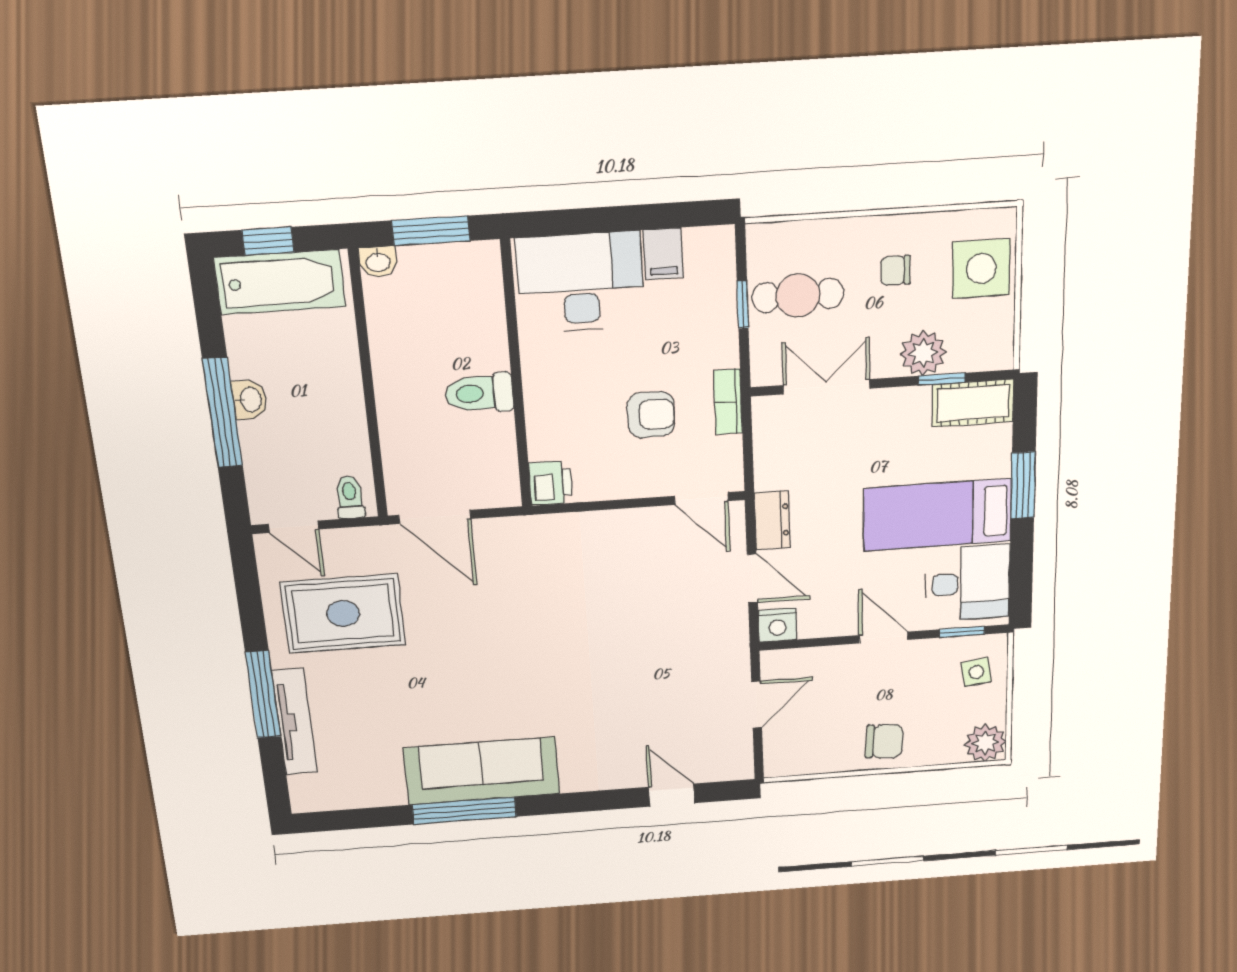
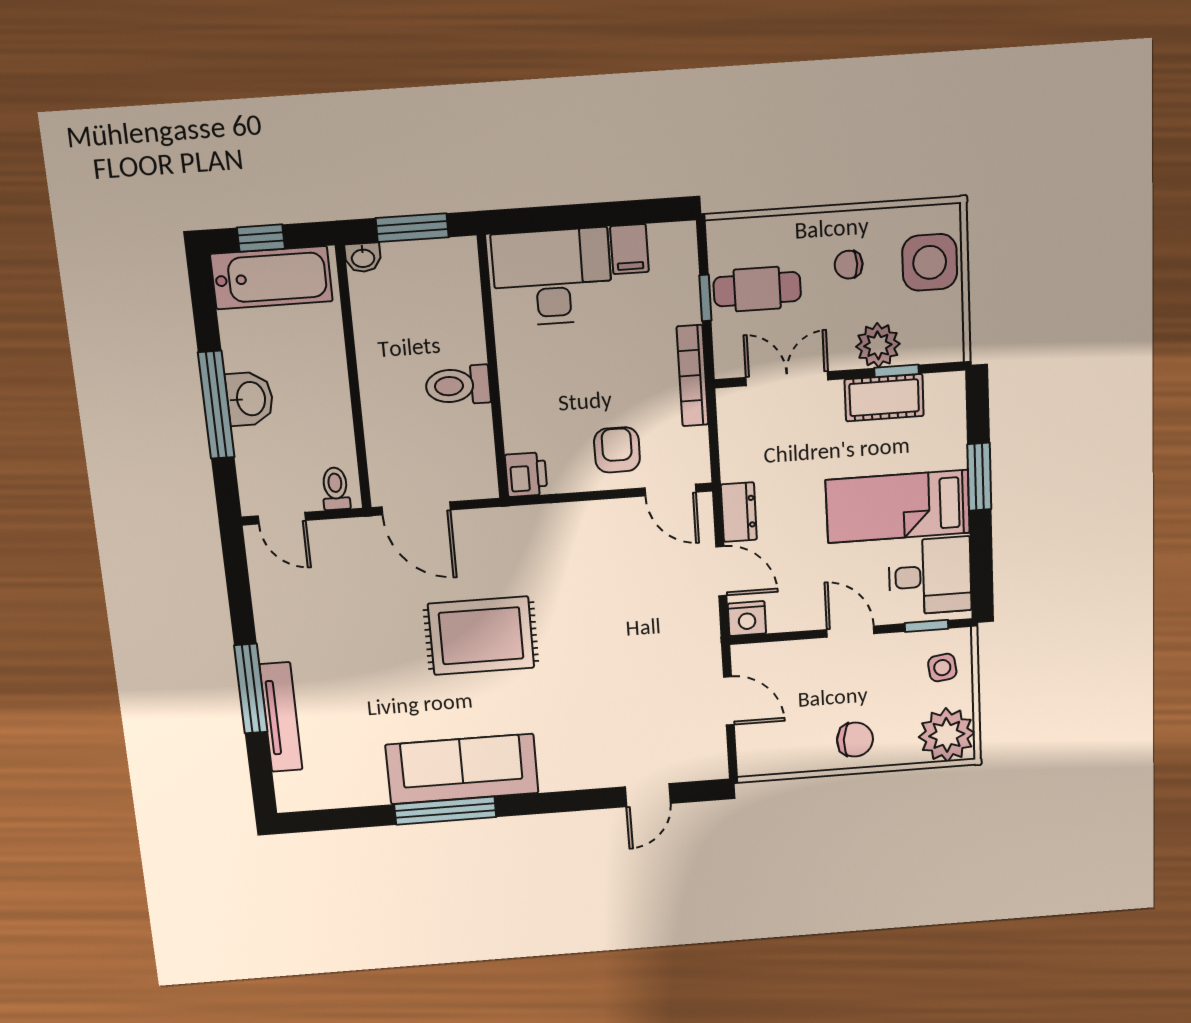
washbasin: (250, 400) -> (250, 399), width x1.38, depth x1.45
bookcase: (728, 402) -> (692, 376), width x1.56
cot: (973, 403) -> (884, 398), moved
armchair: (651, 415) -> (617, 450), moved, turned -90
rug: (343, 614) -> (481, 636), moved
door: (757, 705) -> (729, 701), hinge flipped
plant: (985, 743) -> (947, 735), width x1.36, depth x1.36
door: (672, 795) -> (648, 795), swing flipped

